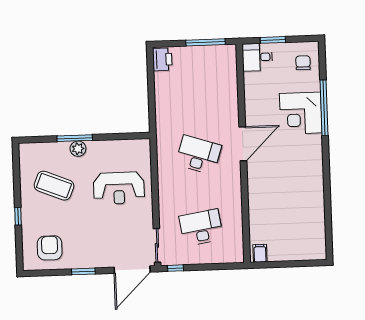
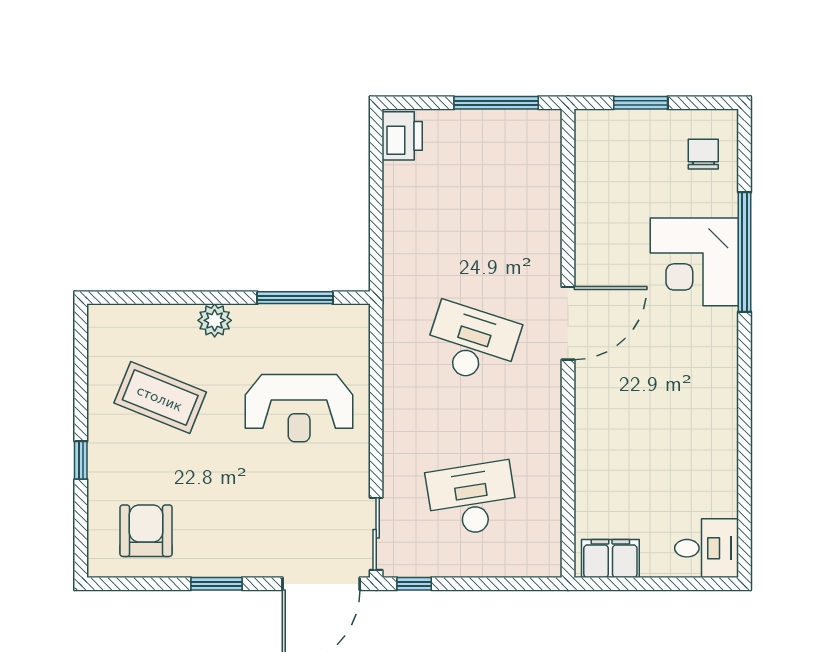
desk: (257, 57) -> (707, 548), moved, turned 180
window: (75, 138) -> (295, 298), moved
filing cabinet: (260, 253) -> (610, 559), width x2.00

